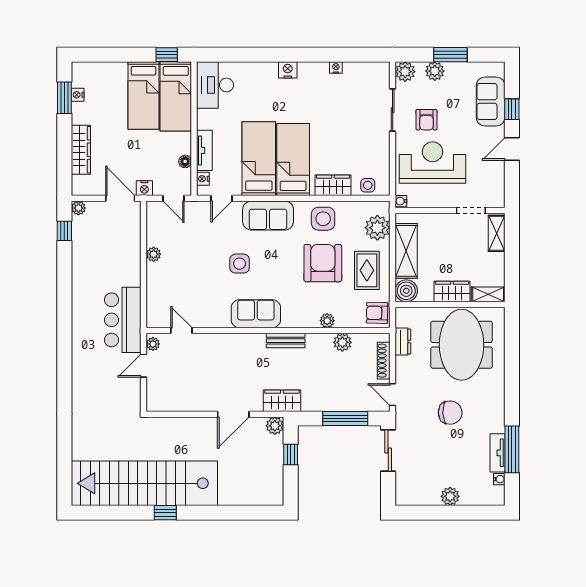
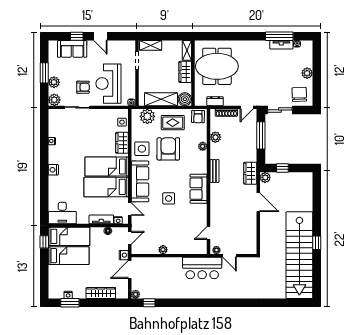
sofa: (268, 216) -> (140, 181), width x1.36
armchair: (323, 263) -> (168, 149), turned 90
chair: (450, 413) -> (299, 94), moved

